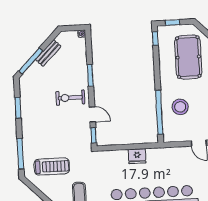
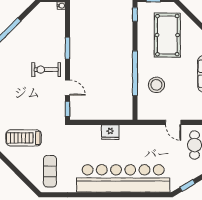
bench: (48, 53) -> (26, 23), removed
window: (159, 112) -> (135, 73), moved
treadmill: (52, 166) -> (24, 138), turned 180

